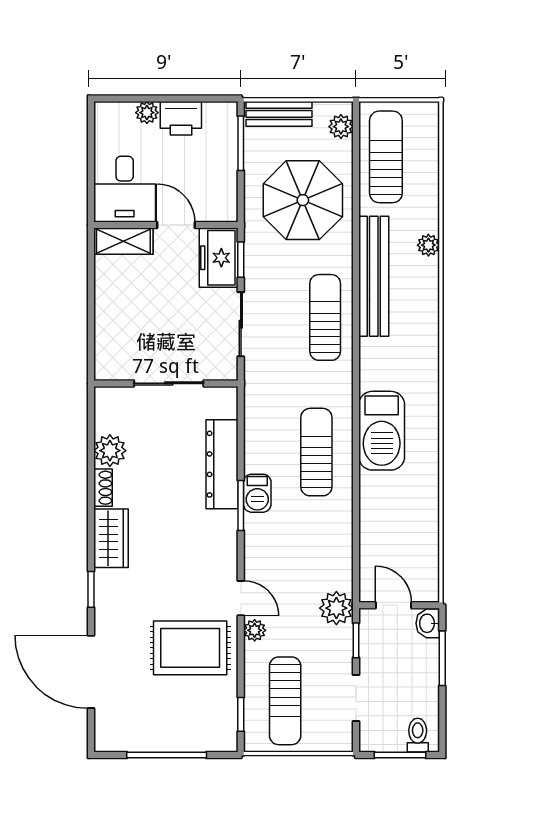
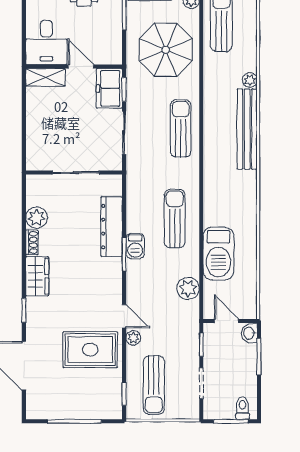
bench: (374, 276) -> (247, 129), moved
barbecue: (382, 431) -> (218, 254), moved
plant: (336, 608) -> (188, 288), moved

